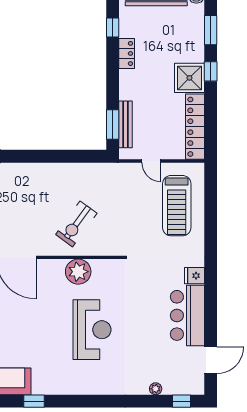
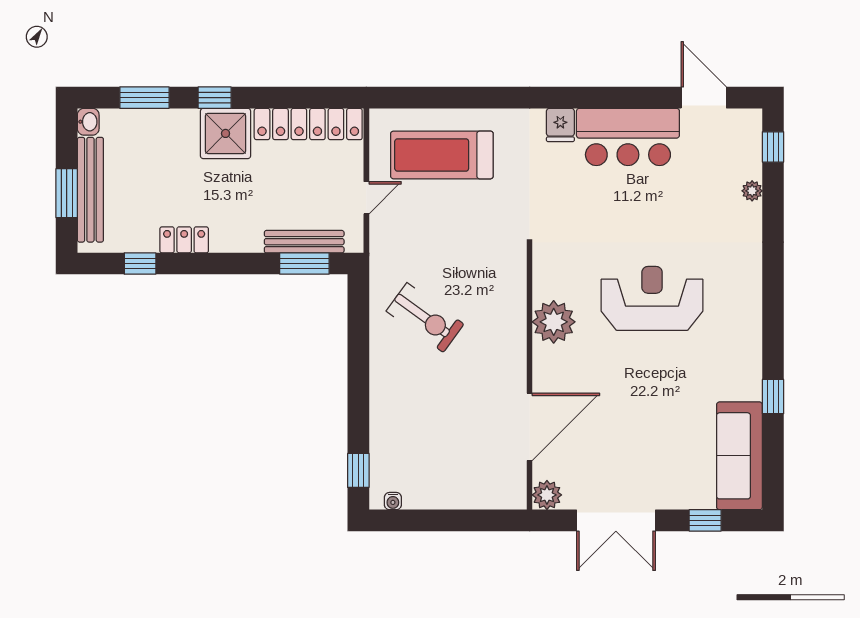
treadmill: (177, 206) -> (442, 155), turned 180
exercise bike: (76, 224) -> (425, 318), moved

